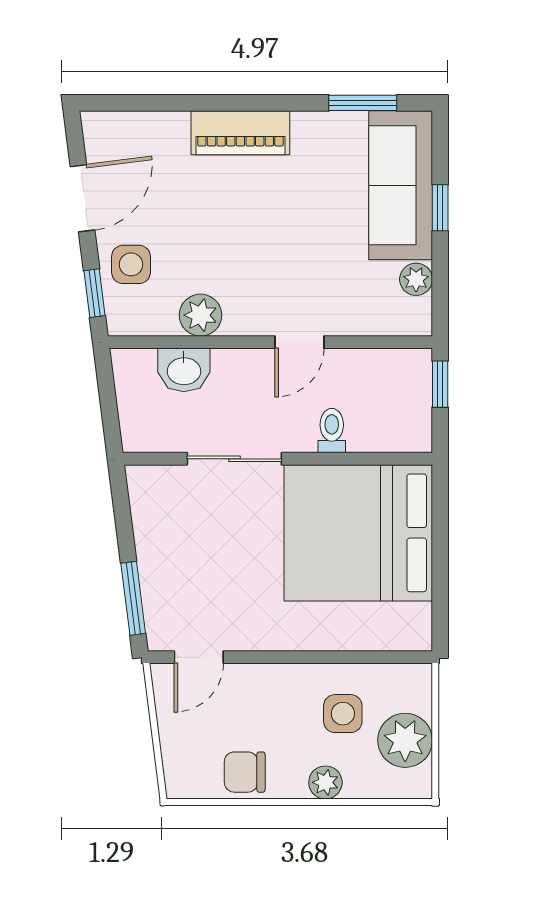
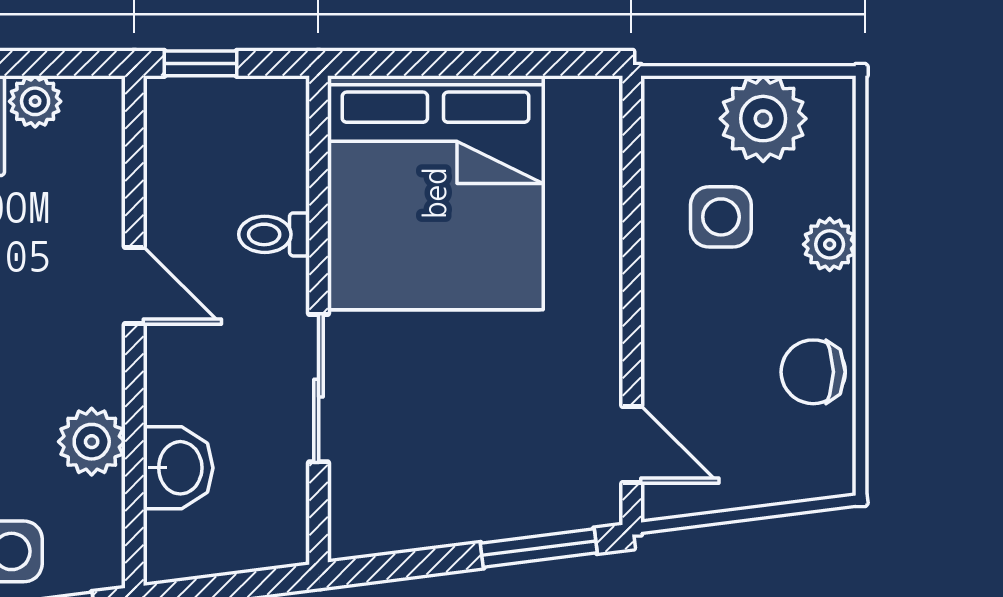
chair: (245, 772) -> (813, 372), turned 90

